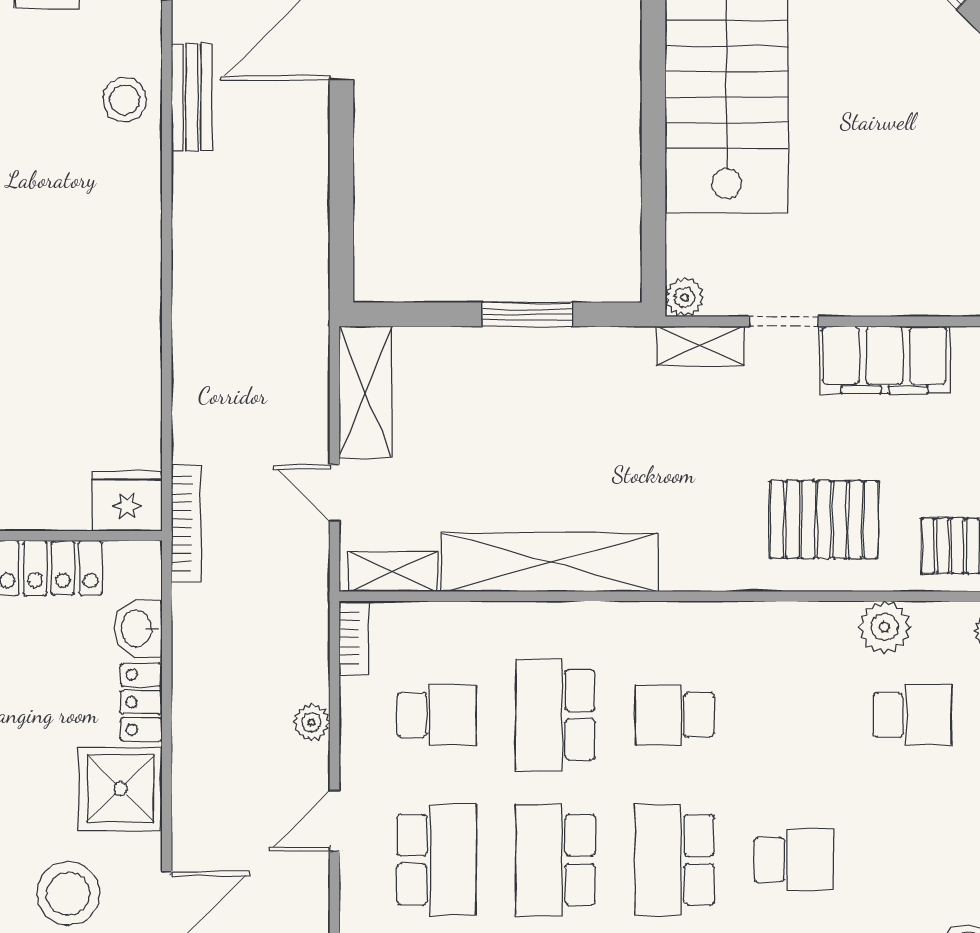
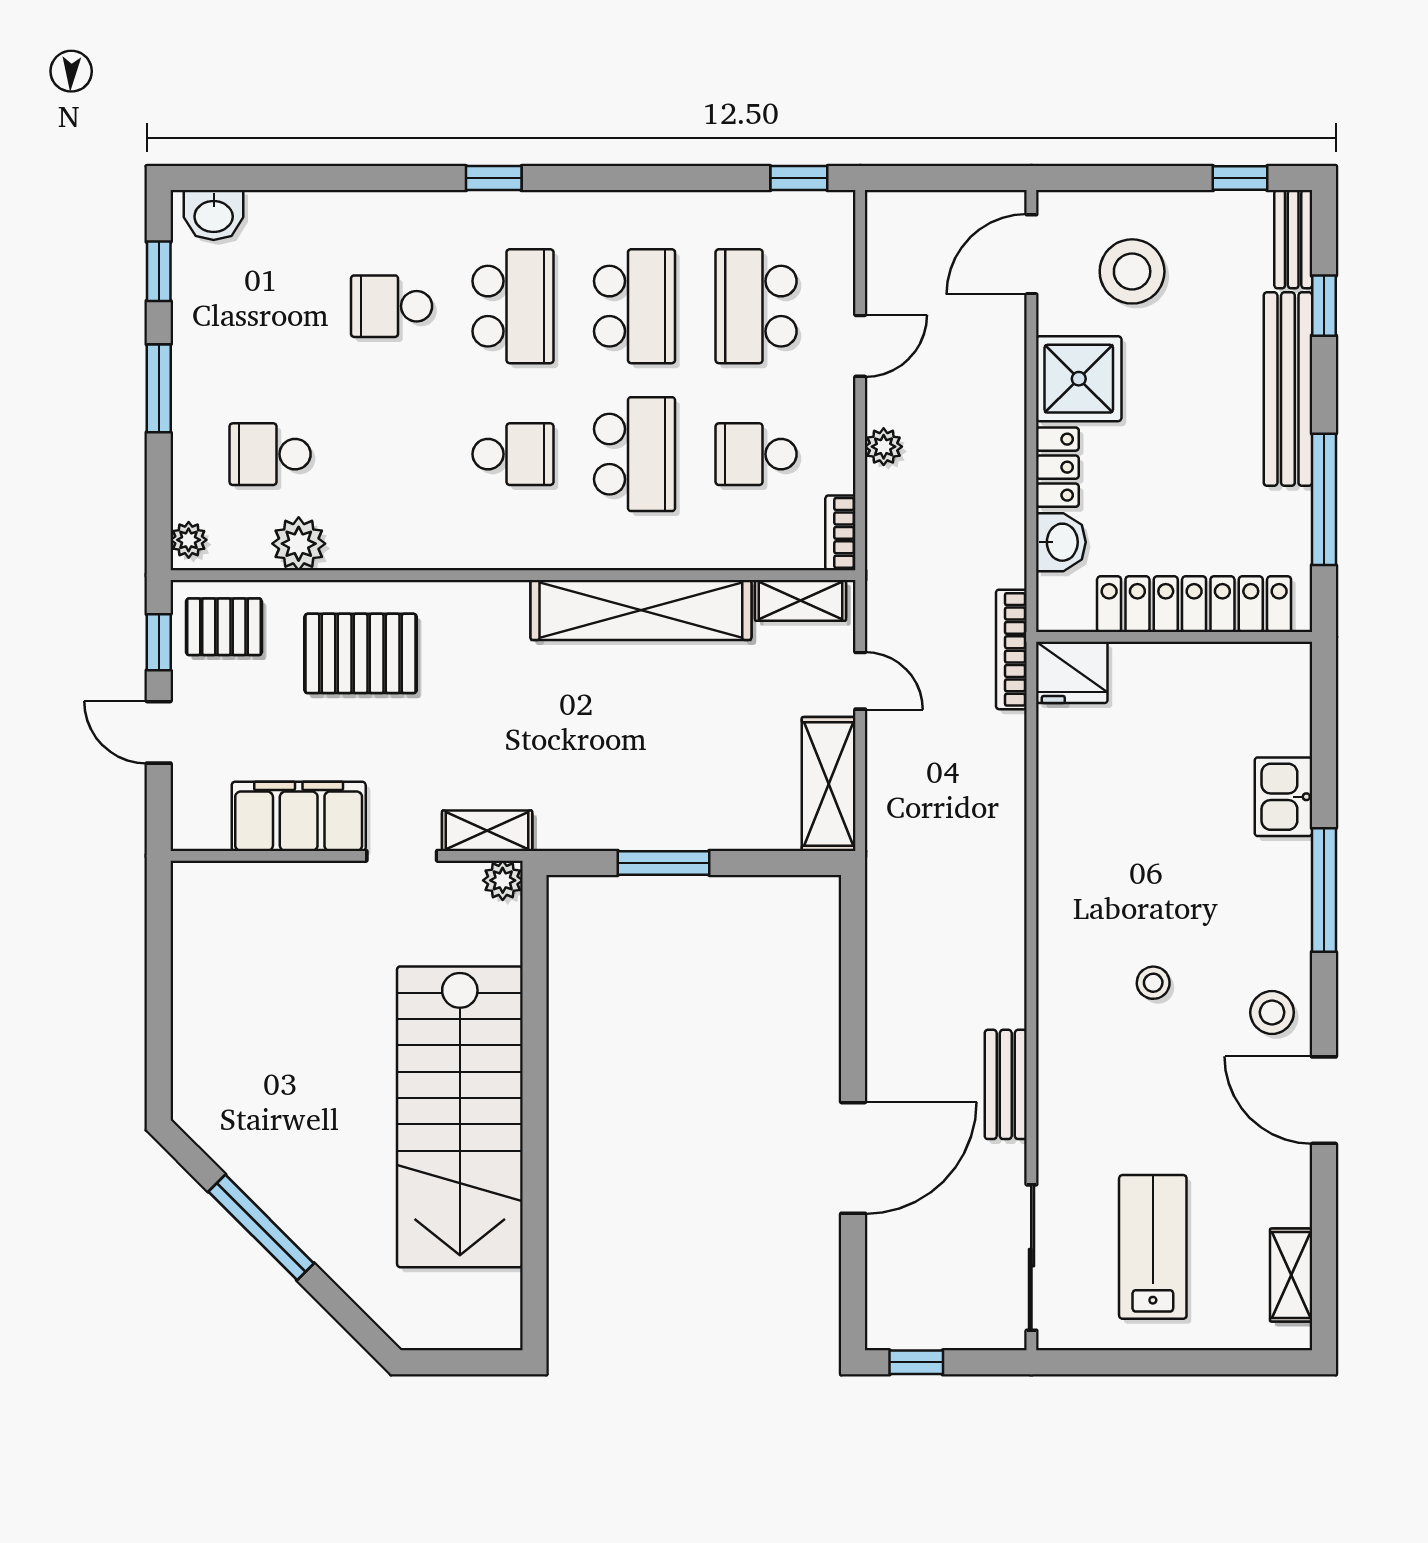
stool: (125, 100) -> (1153, 983), moved, width x0.73, depth x0.73

